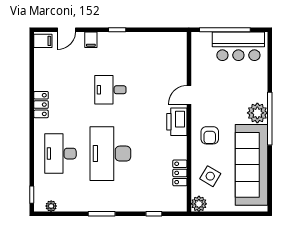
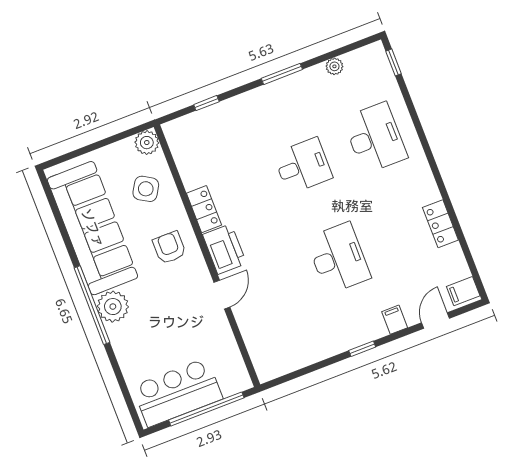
desk: (110, 90) -> (338, 258), width x1.37
locker: (41, 105) -> (440, 224), moved
desk: (110, 154) -> (303, 166), width x0.53, depth x0.77
locker: (180, 173) -> (204, 209), moved
plant: (51, 206) -> (334, 66), moved

